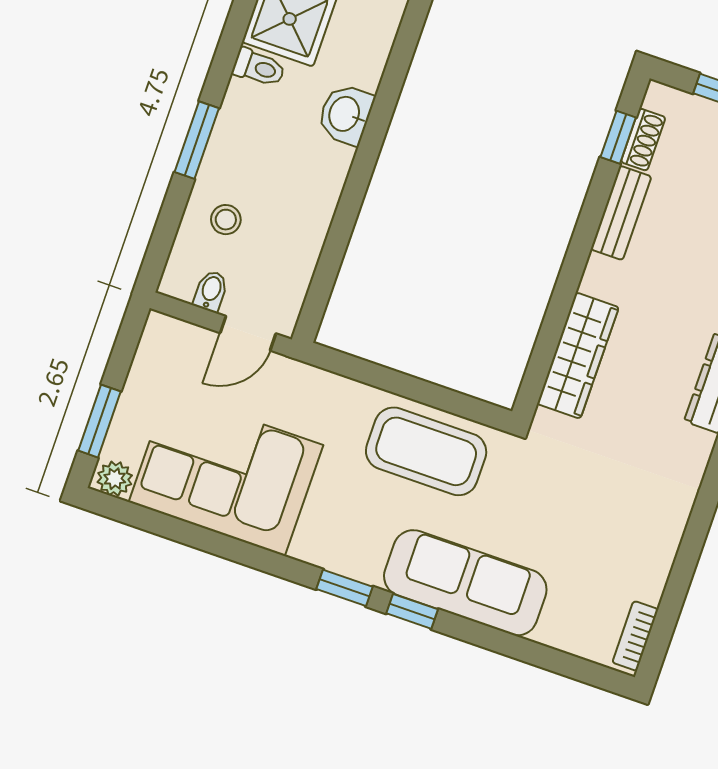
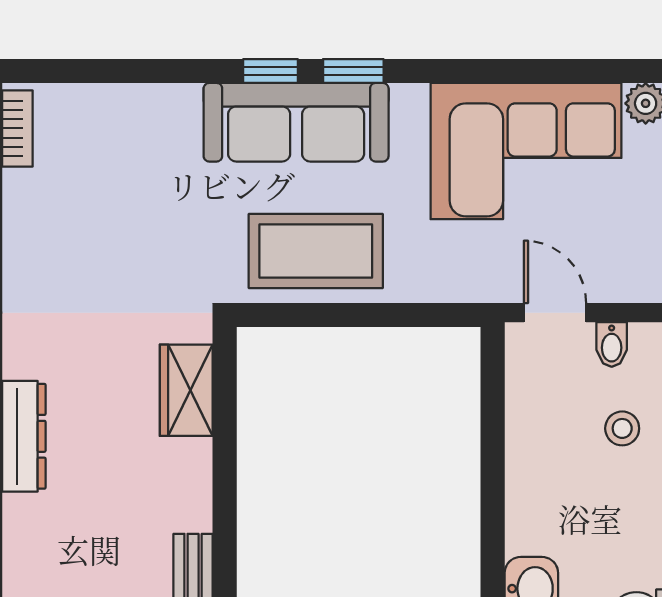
door: (248, 333) -> (555, 313), hinge flipped
wardrobe: (578, 356) -> (186, 390), width x0.67
sofa: (465, 583) -> (296, 122), moved

